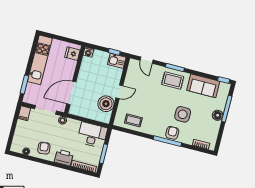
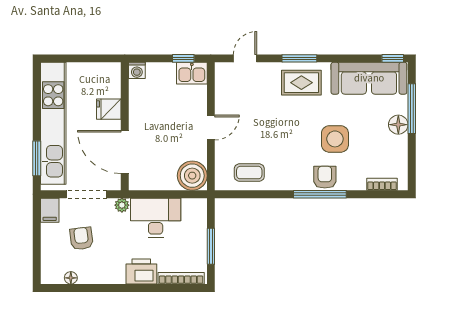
fridge: (72, 54) -> (109, 109), moved
kitchen unit: (40, 60) -> (53, 123), width x1.36
door: (147, 60) -> (245, 58), swing flipped
sofa: (203, 86) -> (369, 78), width x1.36
door: (71, 93) -> (125, 152), hinge flipped
boiler: (106, 104) -> (192, 176), moved
desk: (92, 135) -> (156, 218), moved
armchair: (44, 148) -> (81, 238), moved

